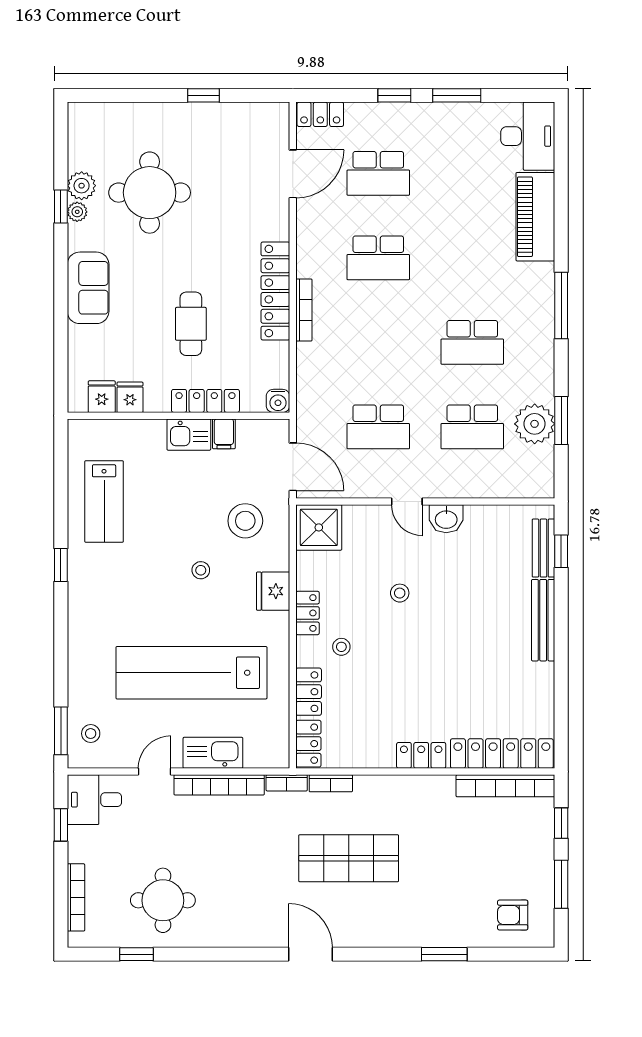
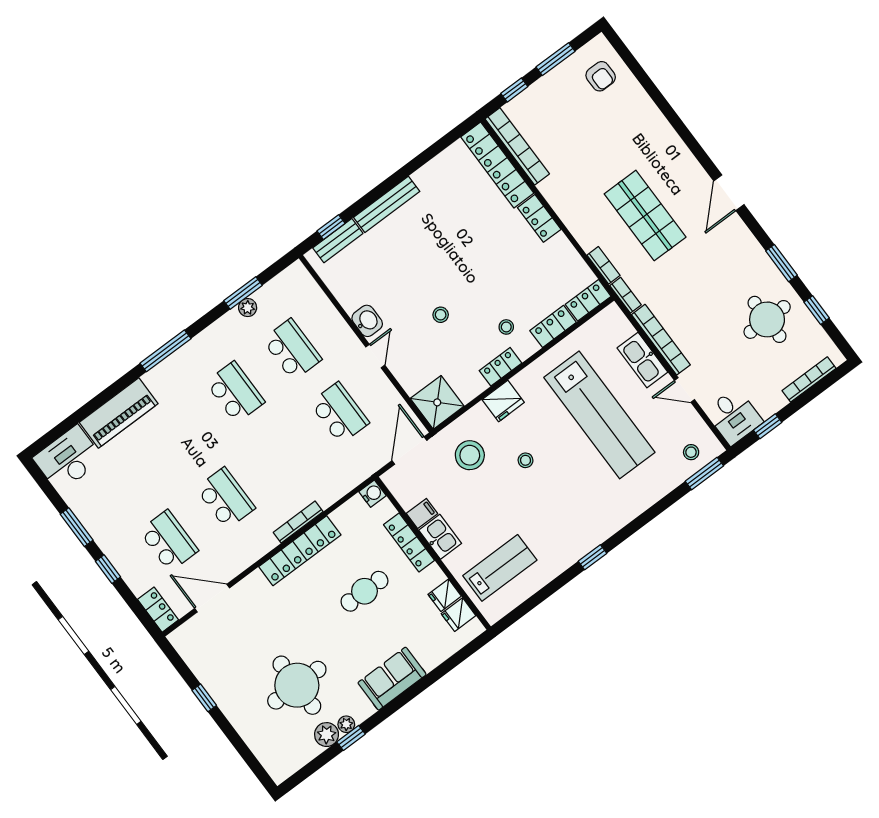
plant: (535, 424) -> (248, 308), width x0.53, depth x0.53
lab bench: (104, 501) -> (500, 568), moved
window: (444, 954) -> (782, 263), moved

